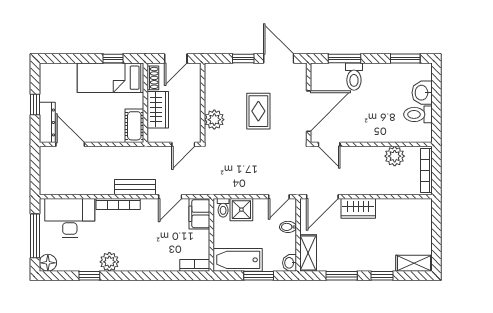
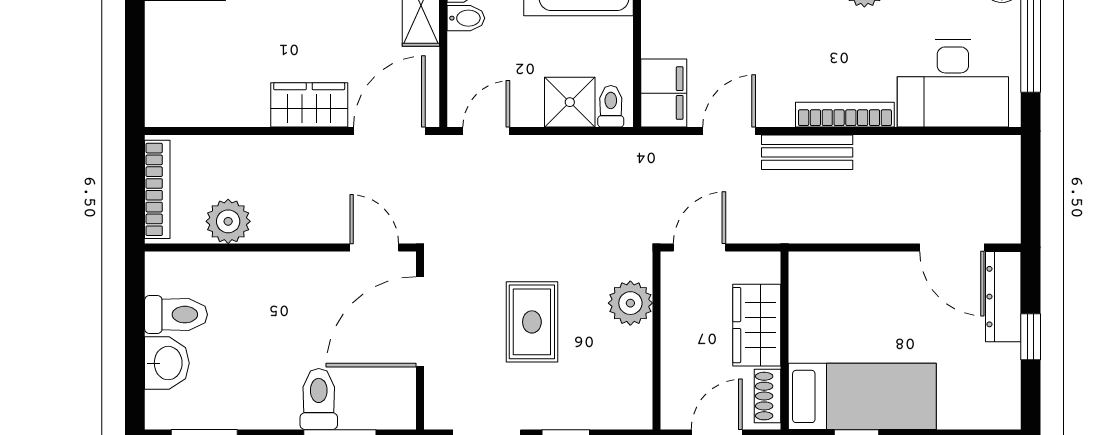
cot: (134, 126) -> (809, 289), removed
bidet: (288, 227) -> (466, 18), moved

